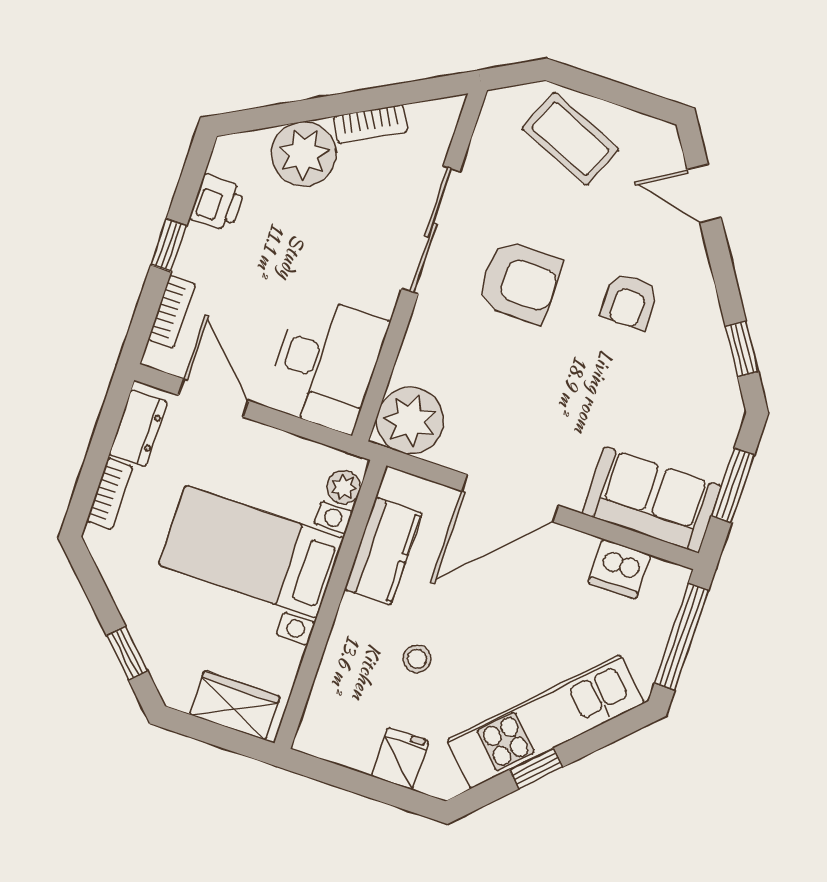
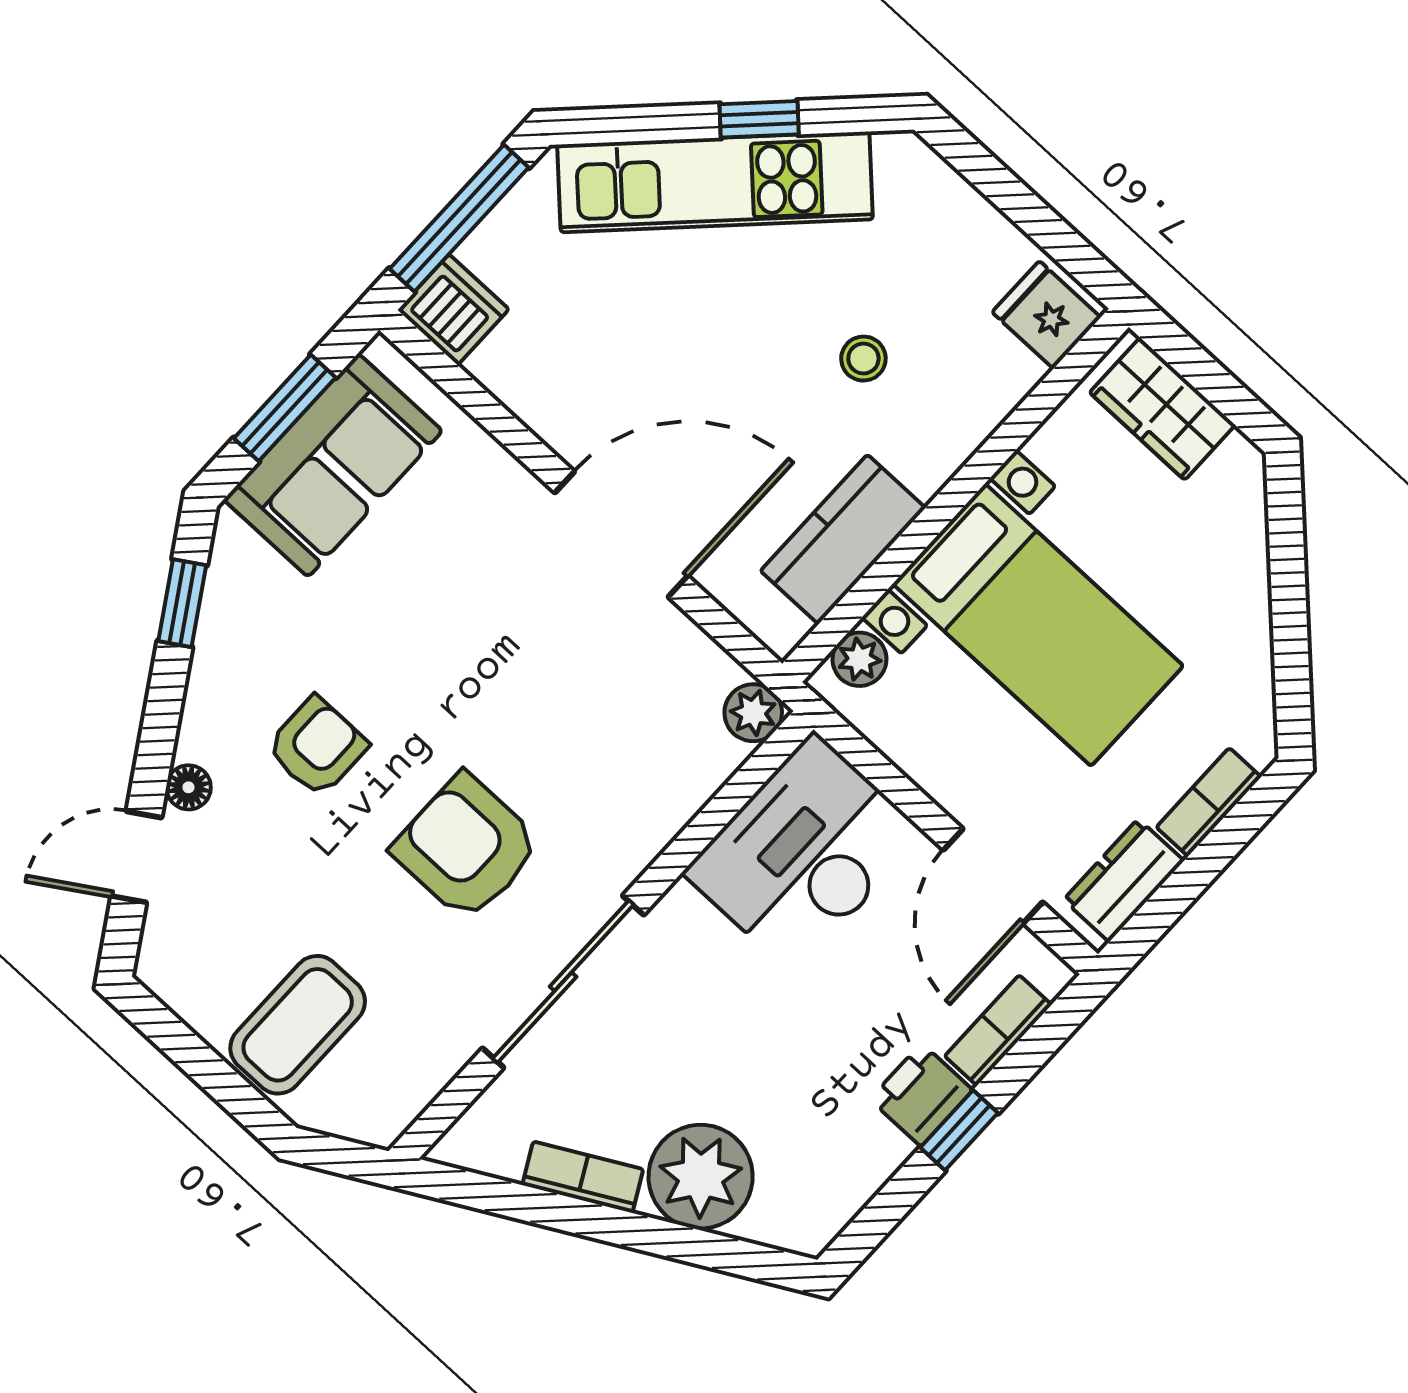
coffee table: (570, 139) -> (298, 1025), turned 67
door: (704, 193) -> (136, 857), swing flipped
printer: (217, 203) -> (921, 1095), moved
floor lamp: (692, 246) -> (189, 787), added
plant: (410, 421) -> (753, 713), width x0.53, depth x0.53
sofa: (652, 500) -> (333, 465), moved, turned -90
dishwasher: (619, 569) -> (453, 310), moved
window: (127, 653) -> (1287, 556), removed
fridge: (400, 758) -> (1046, 315), moved, turned 90

